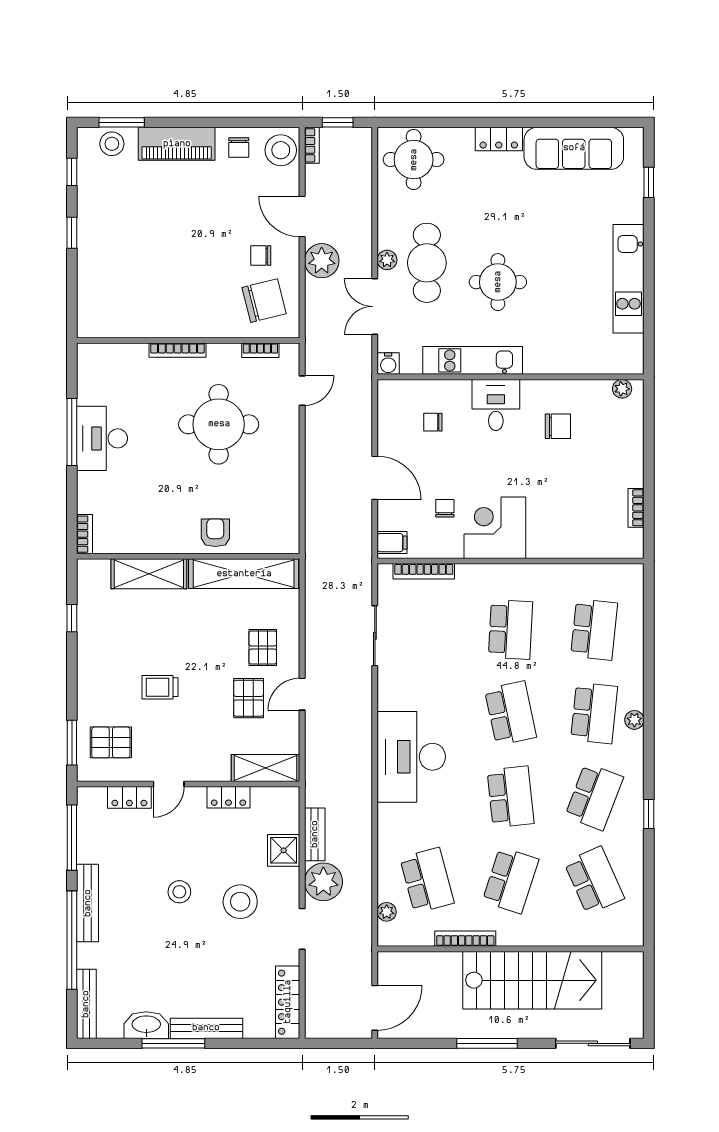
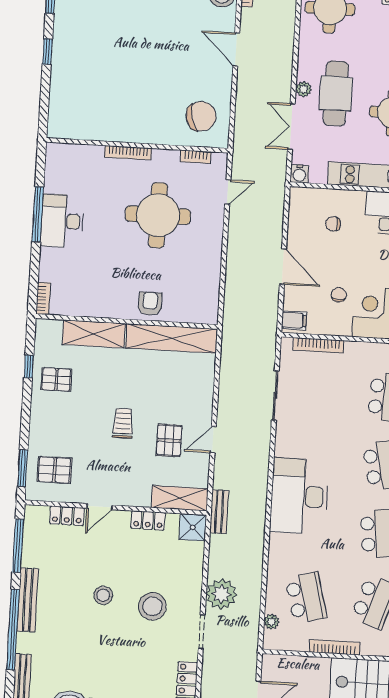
chair: (261, 255) -> (201, 79), removed
plant: (322, 261) -> (250, 87), removed
pallet: (263, 648) -> (56, 379), moved, turned 90
trolley: (160, 687) -> (123, 423), moved, turned 90
bench: (315, 834) -> (219, 512), moved
shower: (284, 850) -> (193, 527), moved

